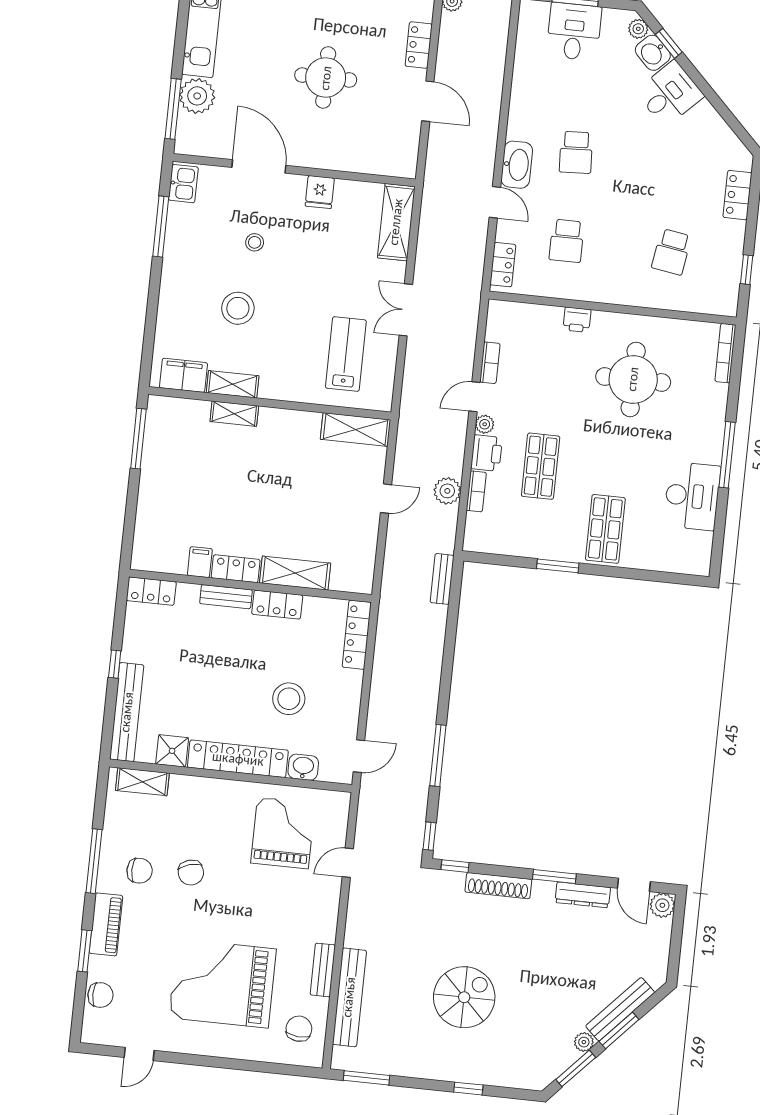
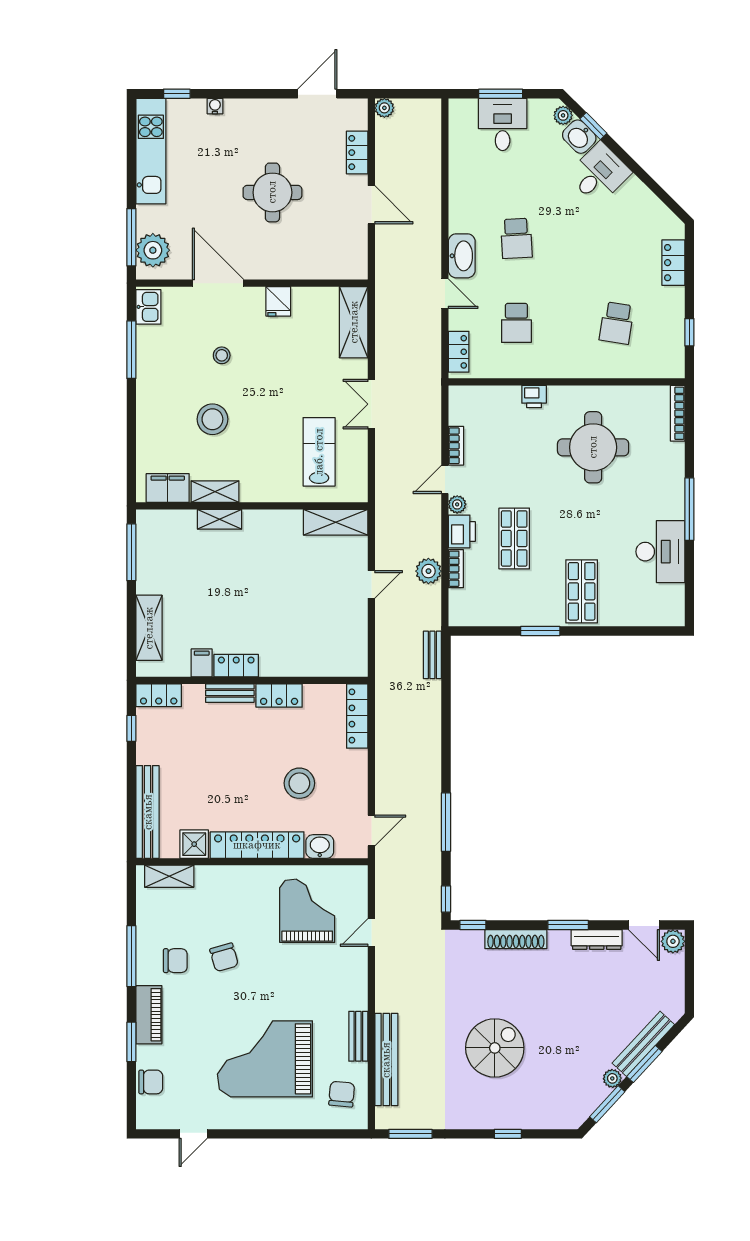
plant: (197, 96) -> (153, 250), moved
shelving: (295, 573) -> (149, 628), moved, turned 90
window: (115, 664) -> (131, 728), moved

